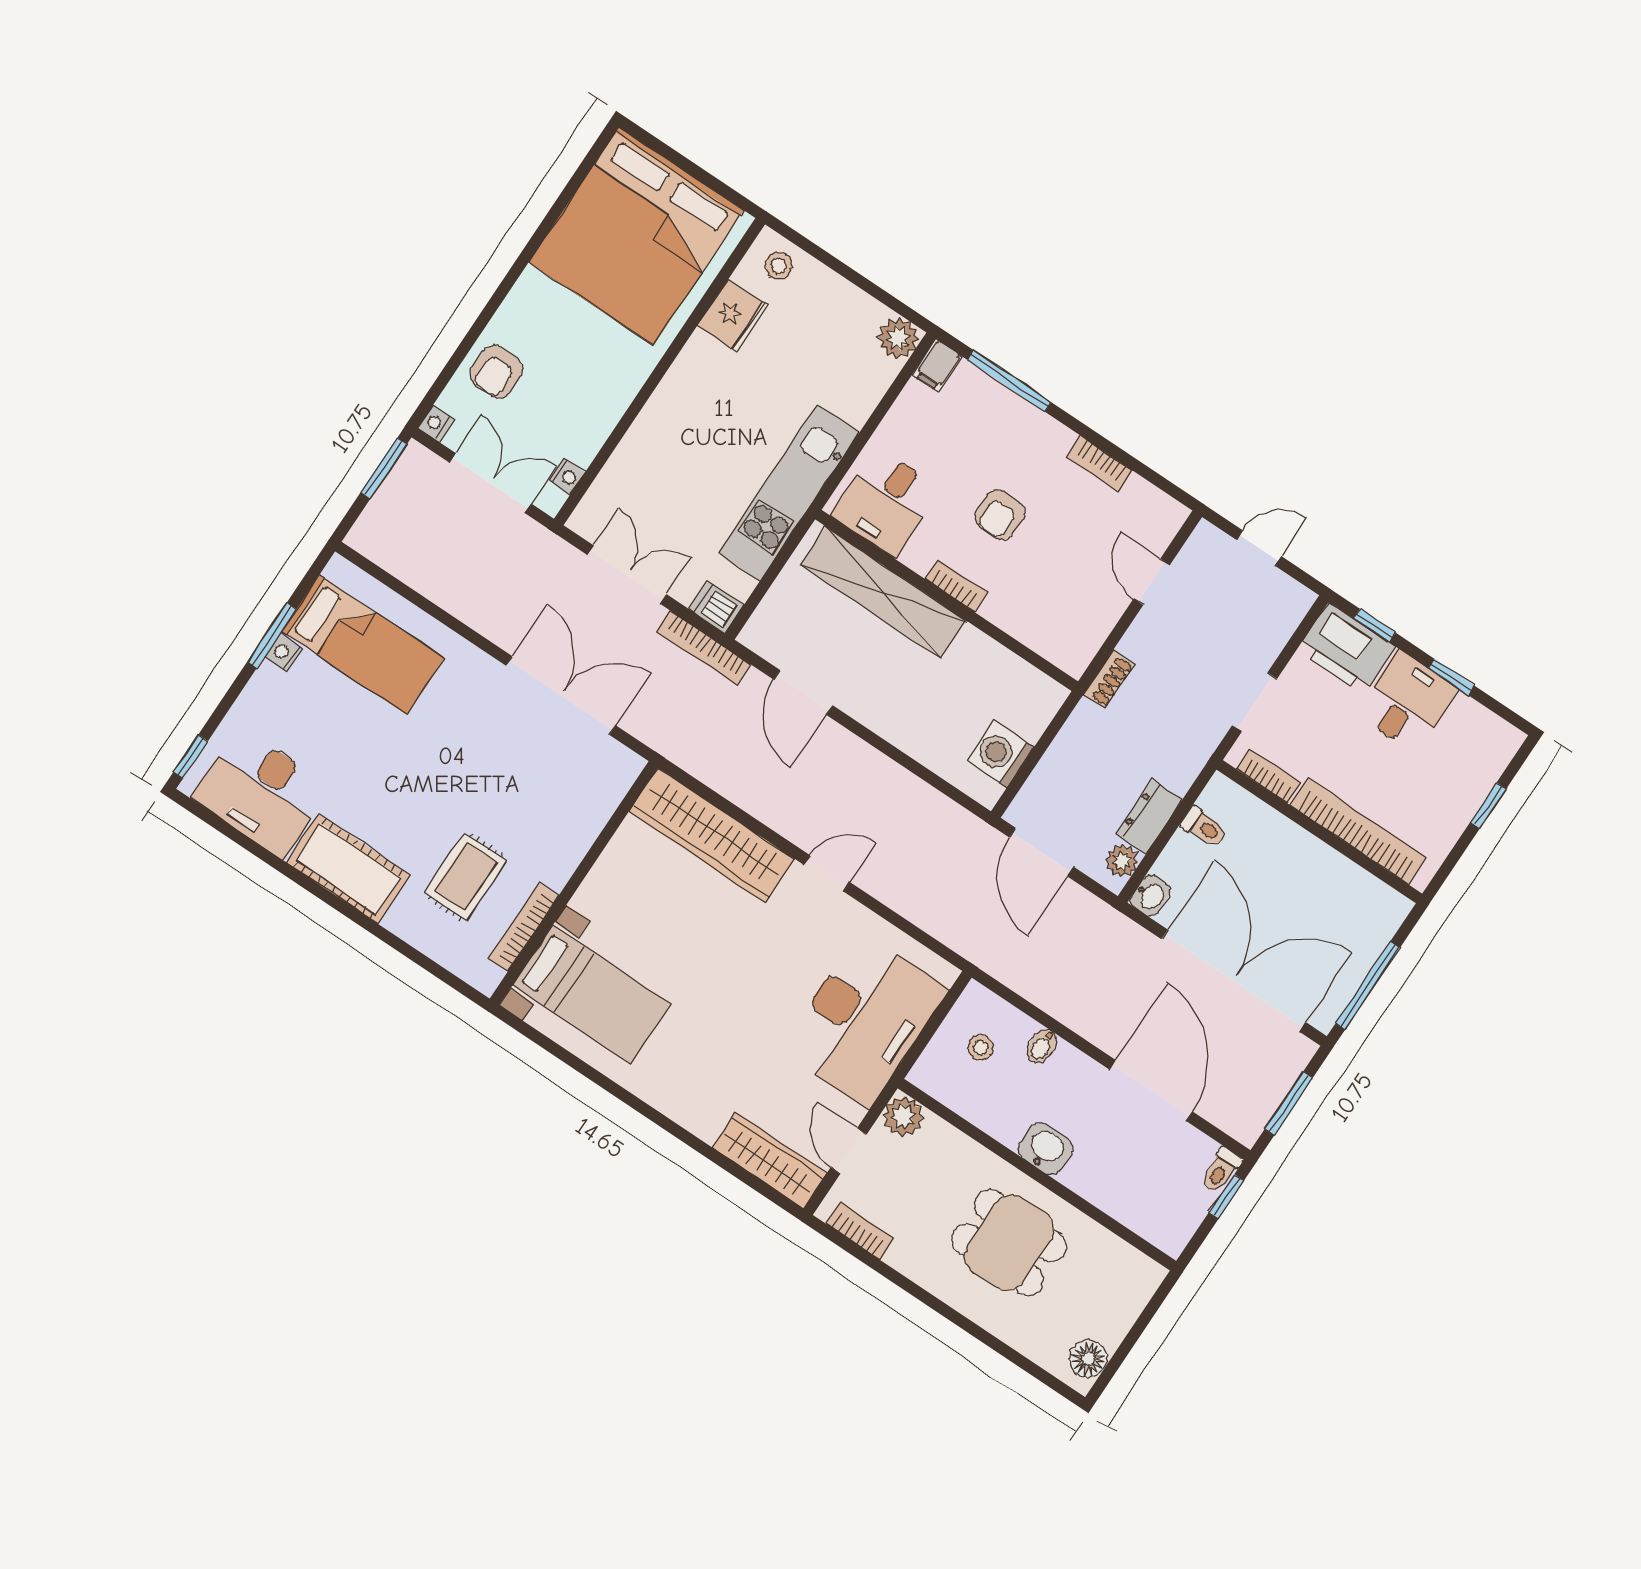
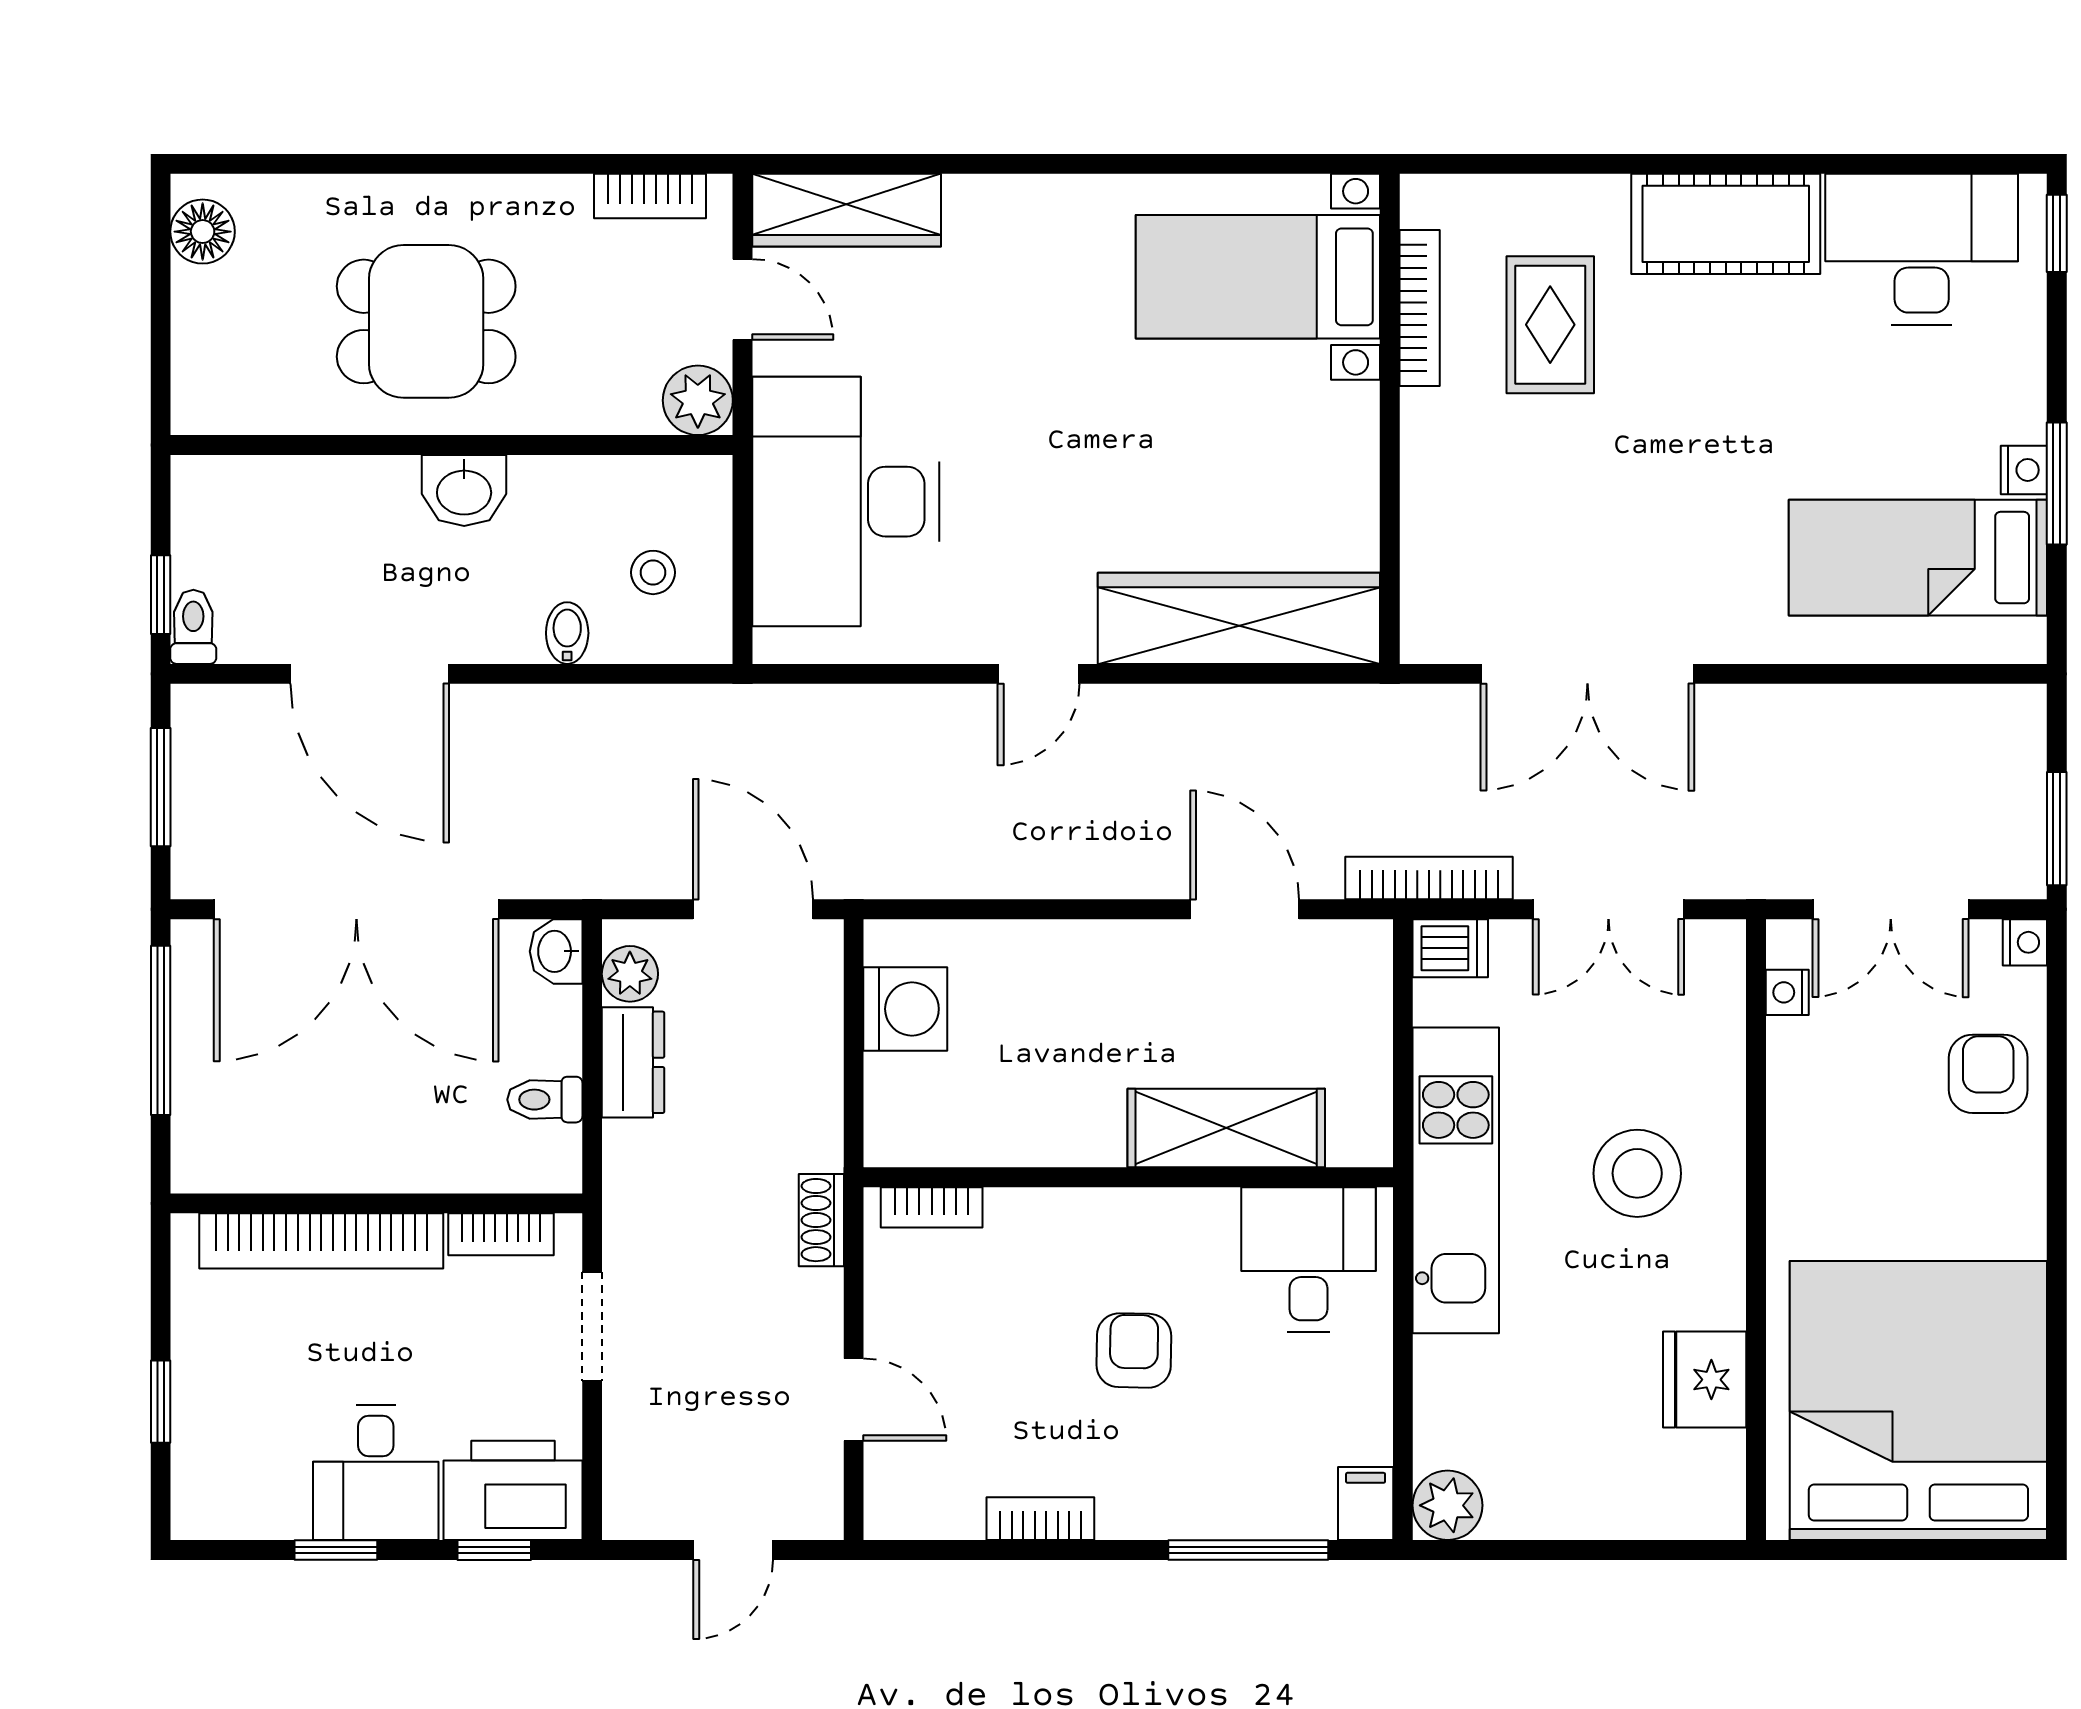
stool: (779, 266) -> (1637, 1173), moved, width x1.89, depth x1.89
bookcase: (956, 586) -> (932, 1207), moved
shelving: (883, 593) -> (1226, 1128), width x0.68

